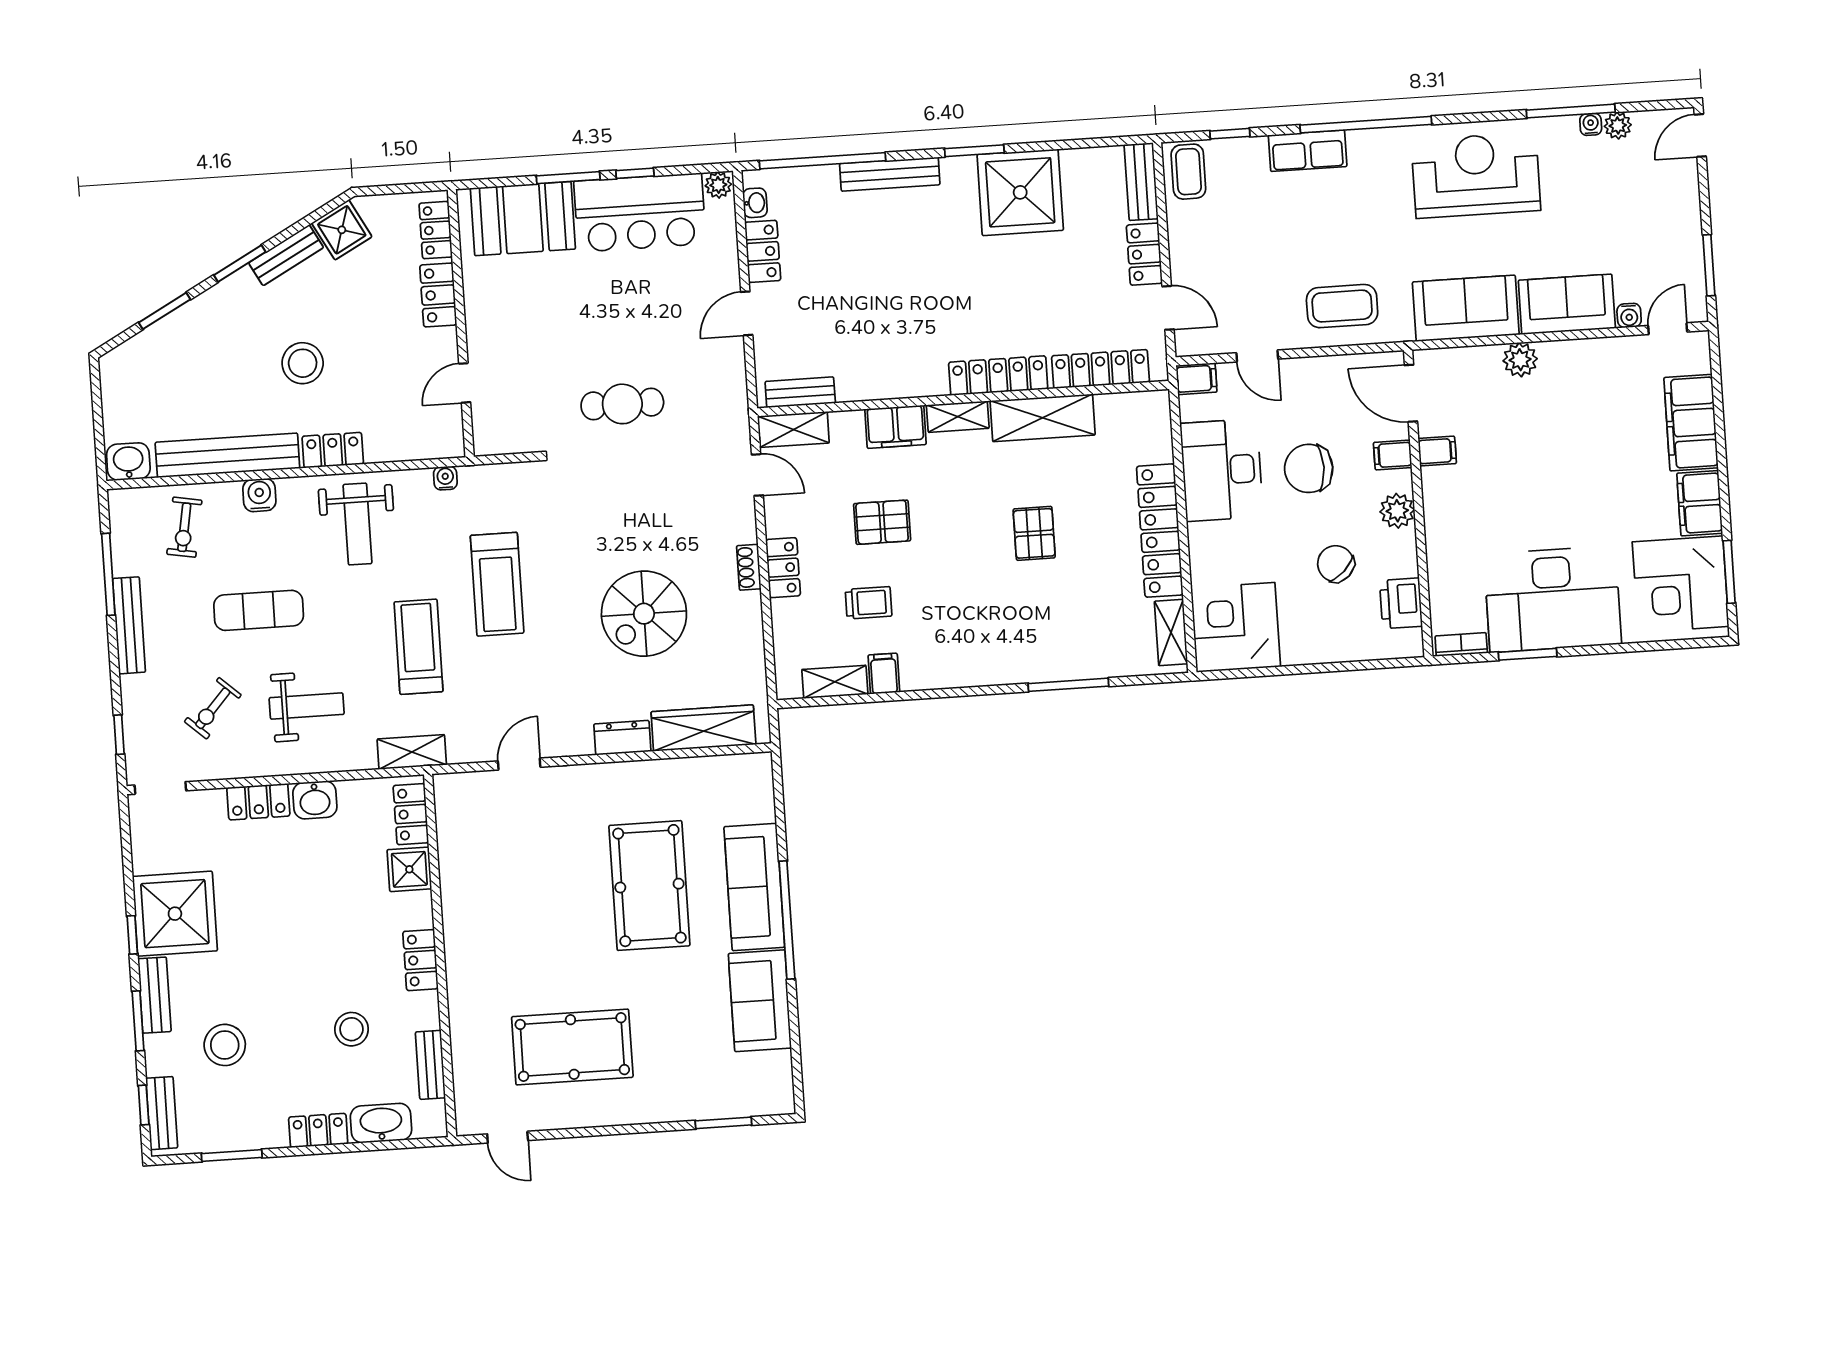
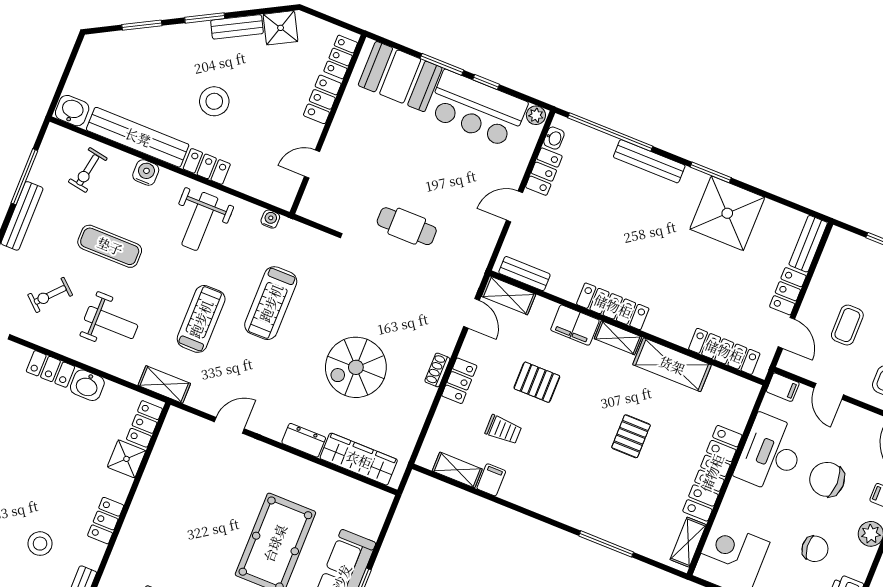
coffee table: (1188, 172) -> (847, 325), moved
locker: (998, 376) -> (613, 306), moved
chair: (1336, 564) -> (815, 549), turned 129

